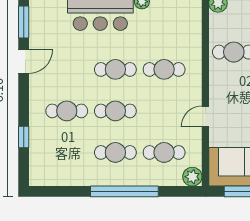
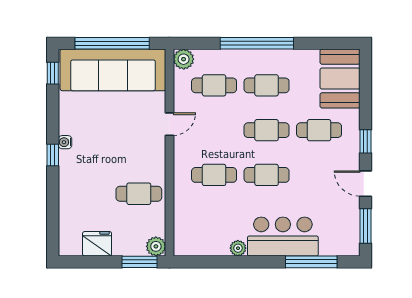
door: (24, 61) -> (366, 184), hinge flipped
window: (24, 137) -> (366, 141), moved
booth: (47, 159) -> (340, 79), added

